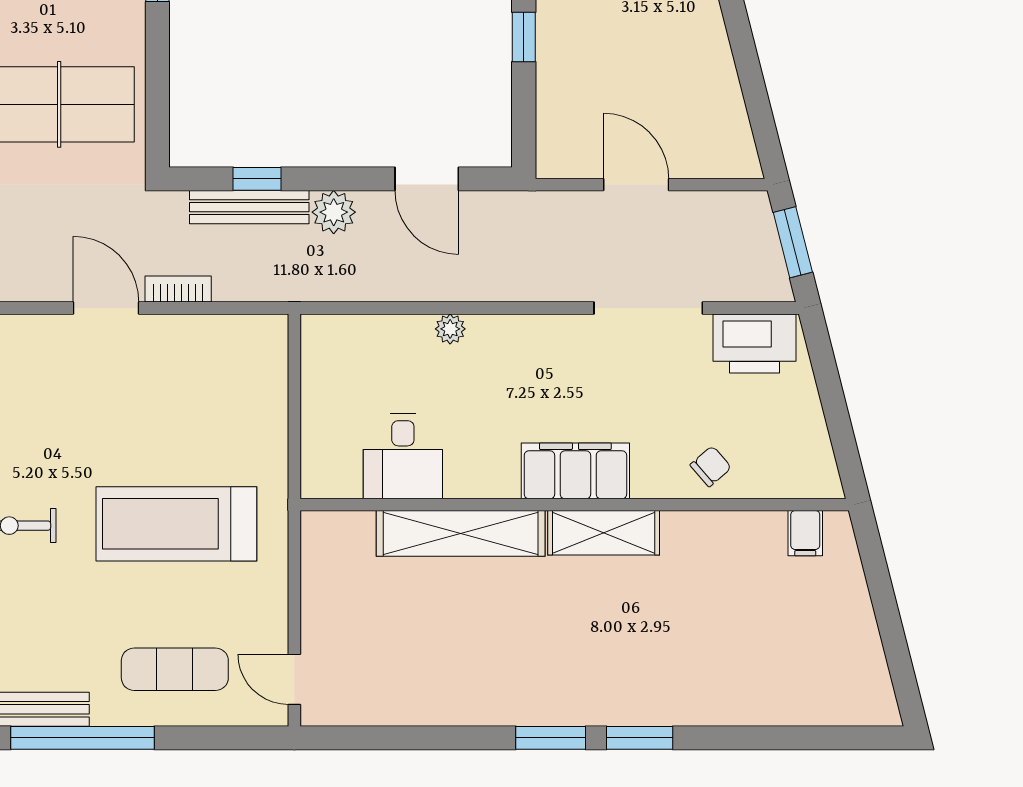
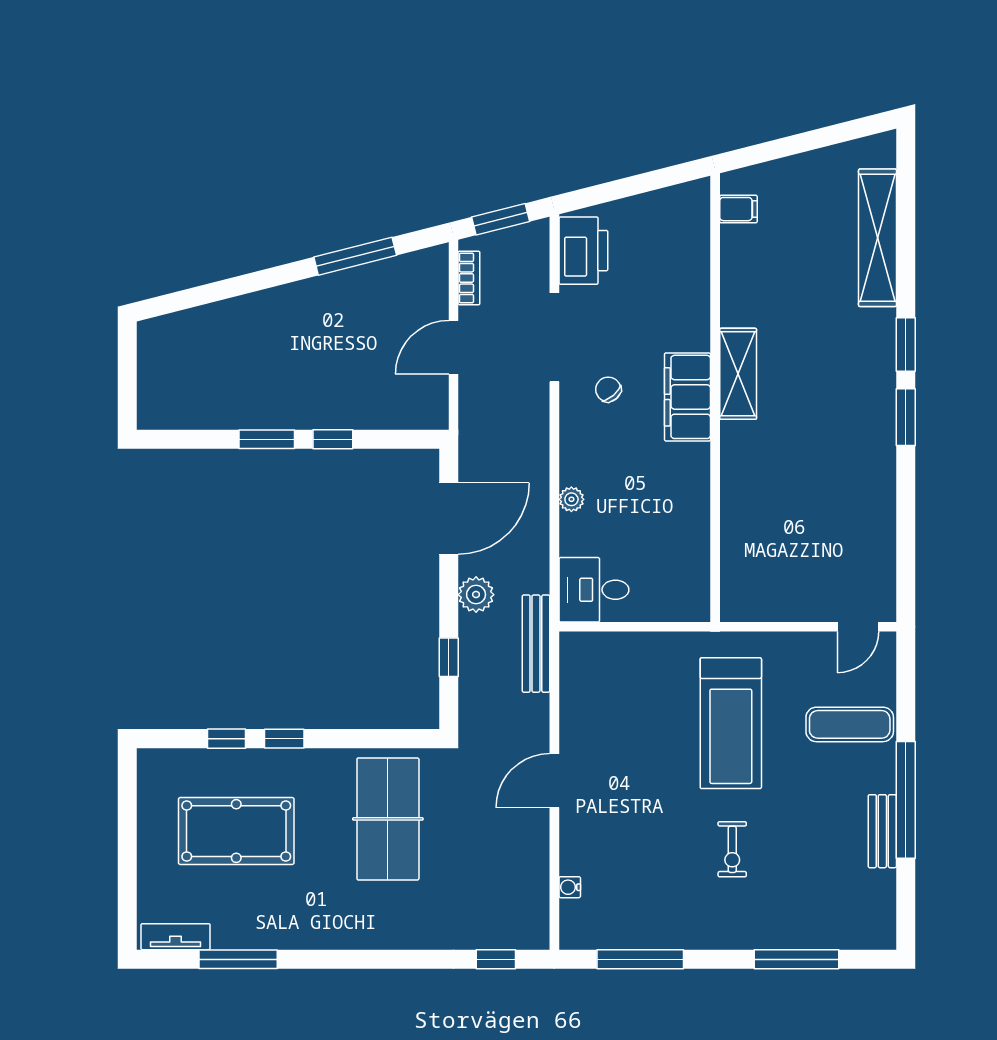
window: (748, 64) -> (355, 256), added
door: (427, 179) -> (449, 518), width x1.36
bench: (249, 207) -> (536, 644), moved
bookcase: (178, 289) -> (469, 278), moved, turned 180
desk: (403, 456) -> (594, 590), moved, turned 180
chair: (711, 466) -> (608, 389), moved
shelving: (461, 533) -> (878, 238), moved
exercise mat: (175, 669) -> (850, 724), turned 90

